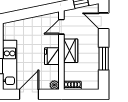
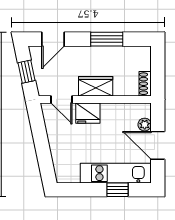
fridge: (52, 56) -> (88, 113), moved
plant: (54, 85) -> (145, 125), moved

